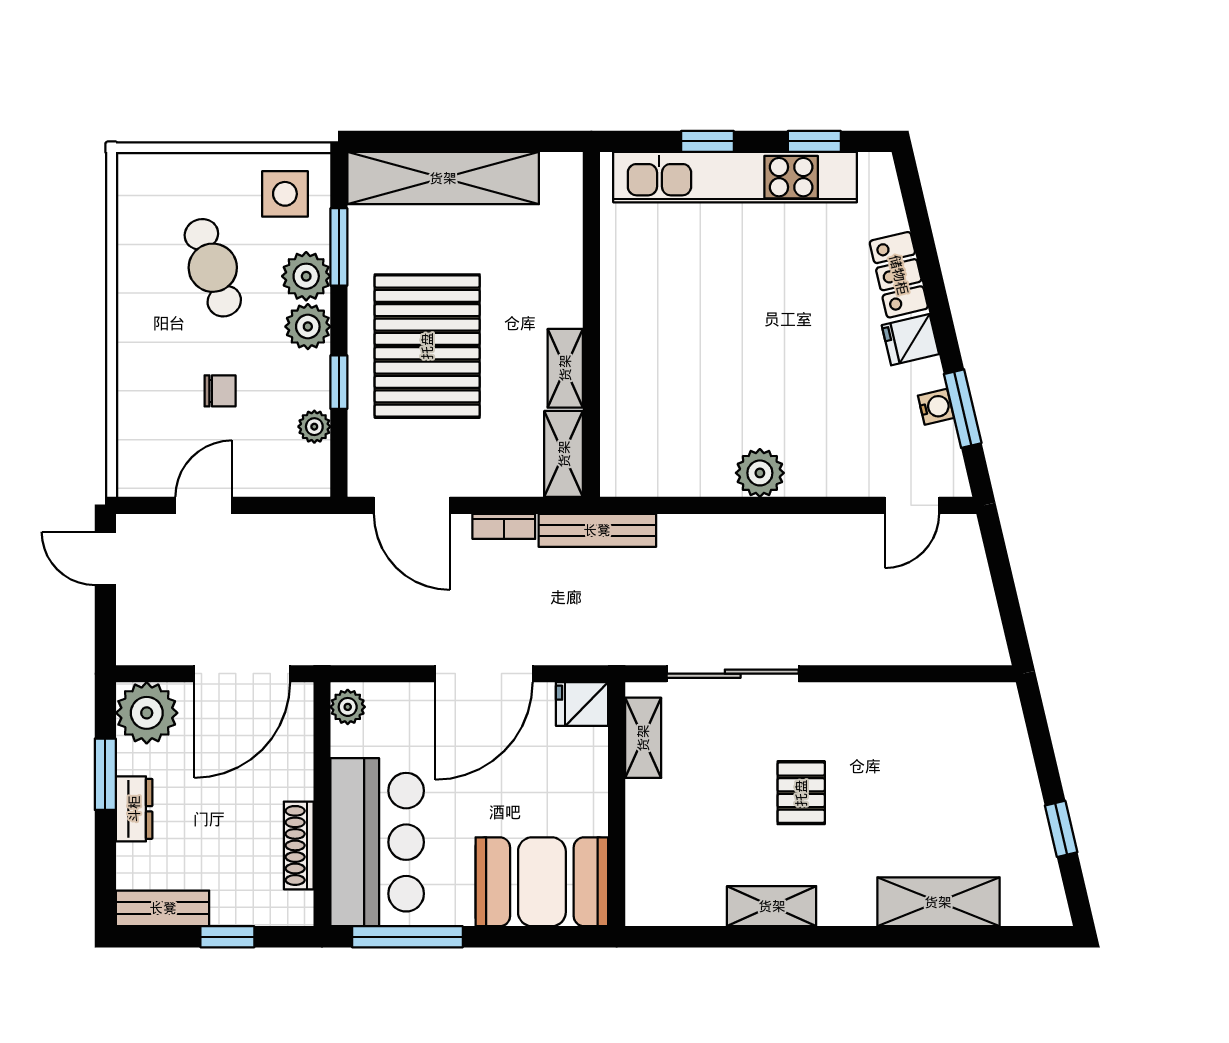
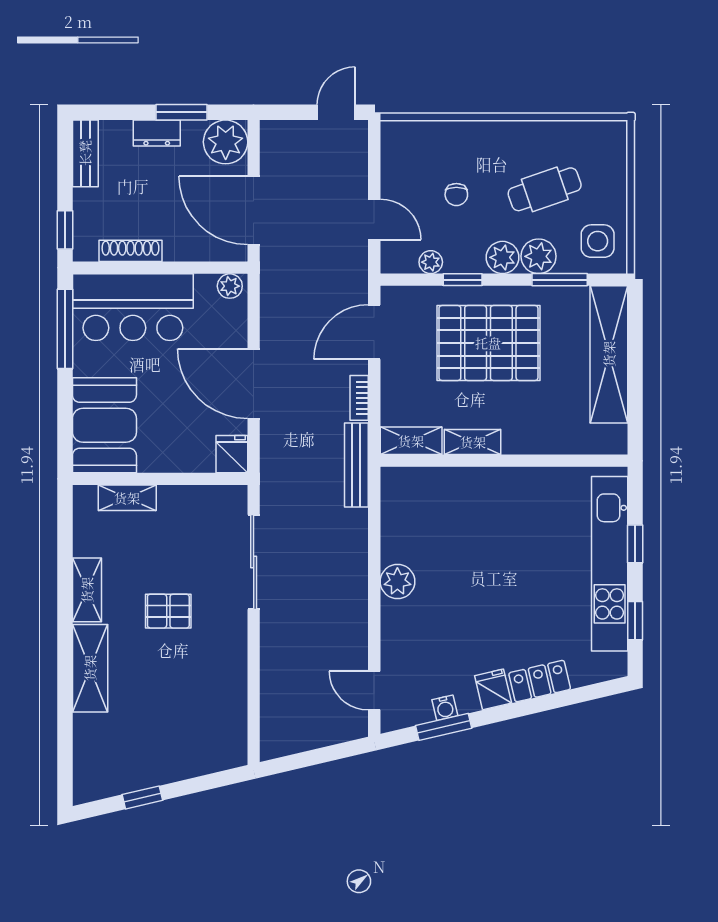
door: (204, 505) -> (374, 219), moved
shelving: (643, 738) -> (127, 498), moved
shelving: (938, 902) -> (90, 668), moved
window: (227, 937) -> (65, 230), moved

